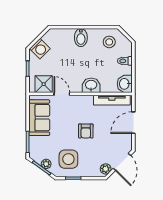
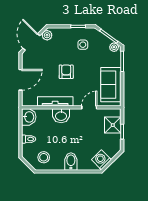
washing machine: (40, 49) -> (101, 160), moved
shower: (44, 84) -> (113, 125), moved
door: (62, 94) -> (89, 107), swing flipped
tv unit: (112, 100) -> (55, 101), moved
side table: (68, 159) -> (83, 45), width x0.54, depth x0.54
plant: (46, 164) -> (114, 47), moved

